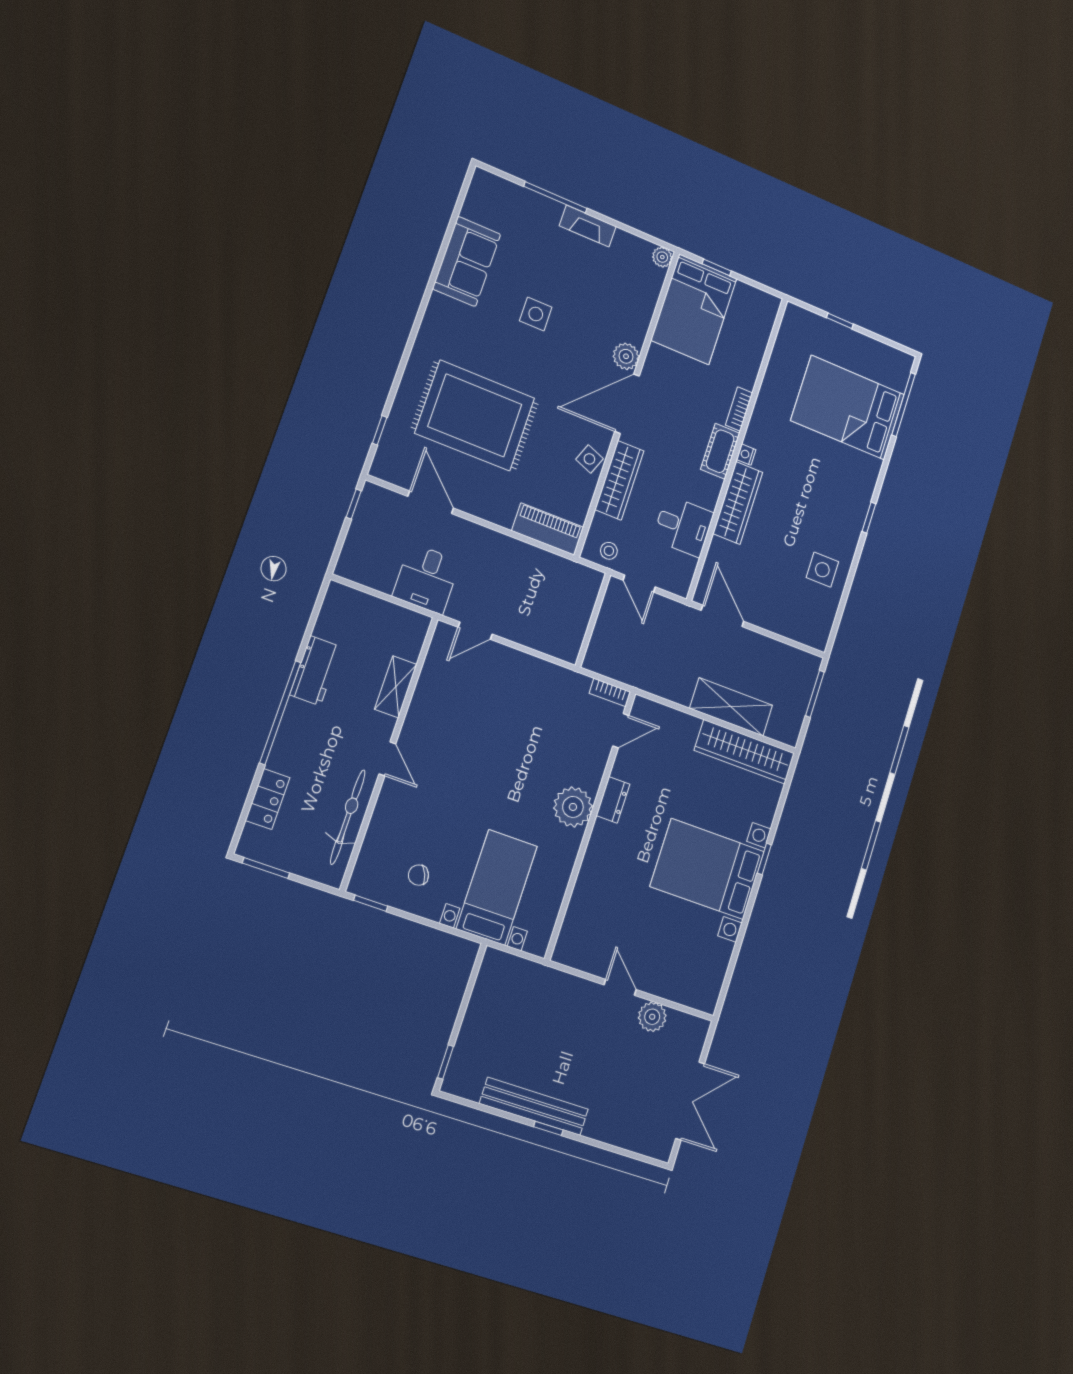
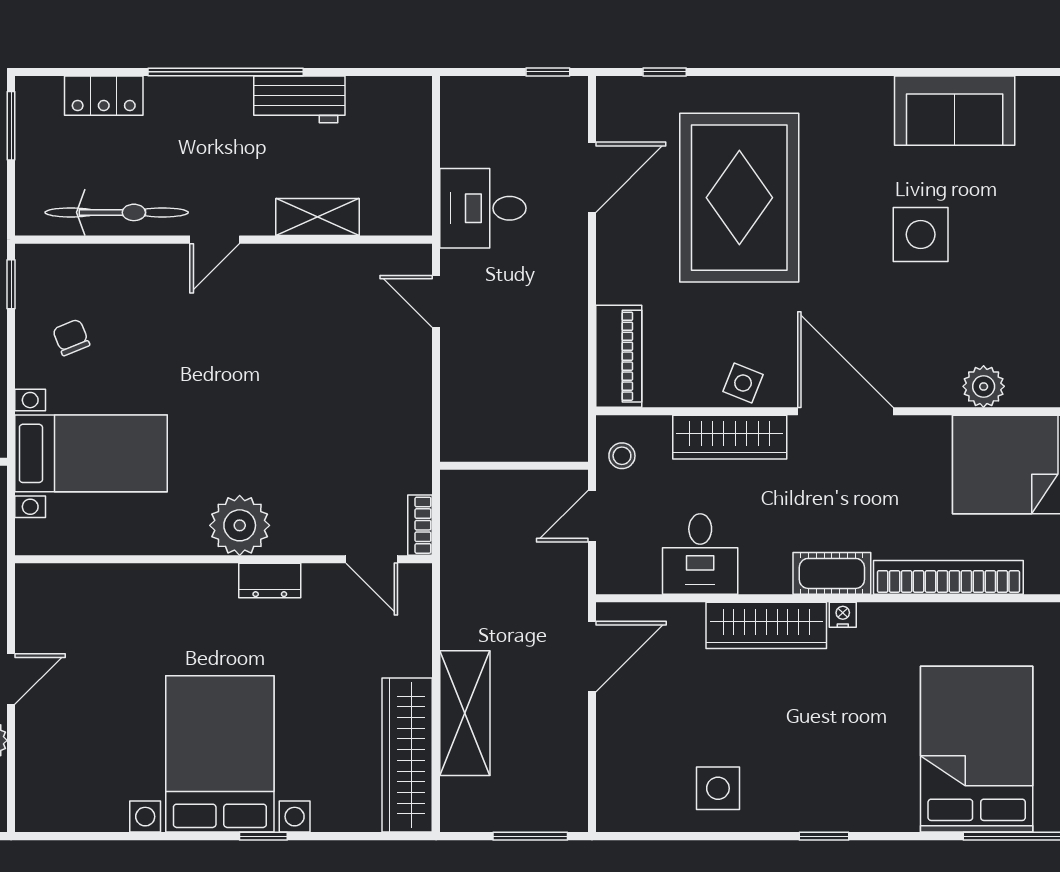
side table: (536, 314) -> (921, 234), width x1.37, depth x1.37
plant: (626, 356) -> (984, 386), moved
bookcase: (739, 409) -> (948, 577), width x2.31, depth x1.31

